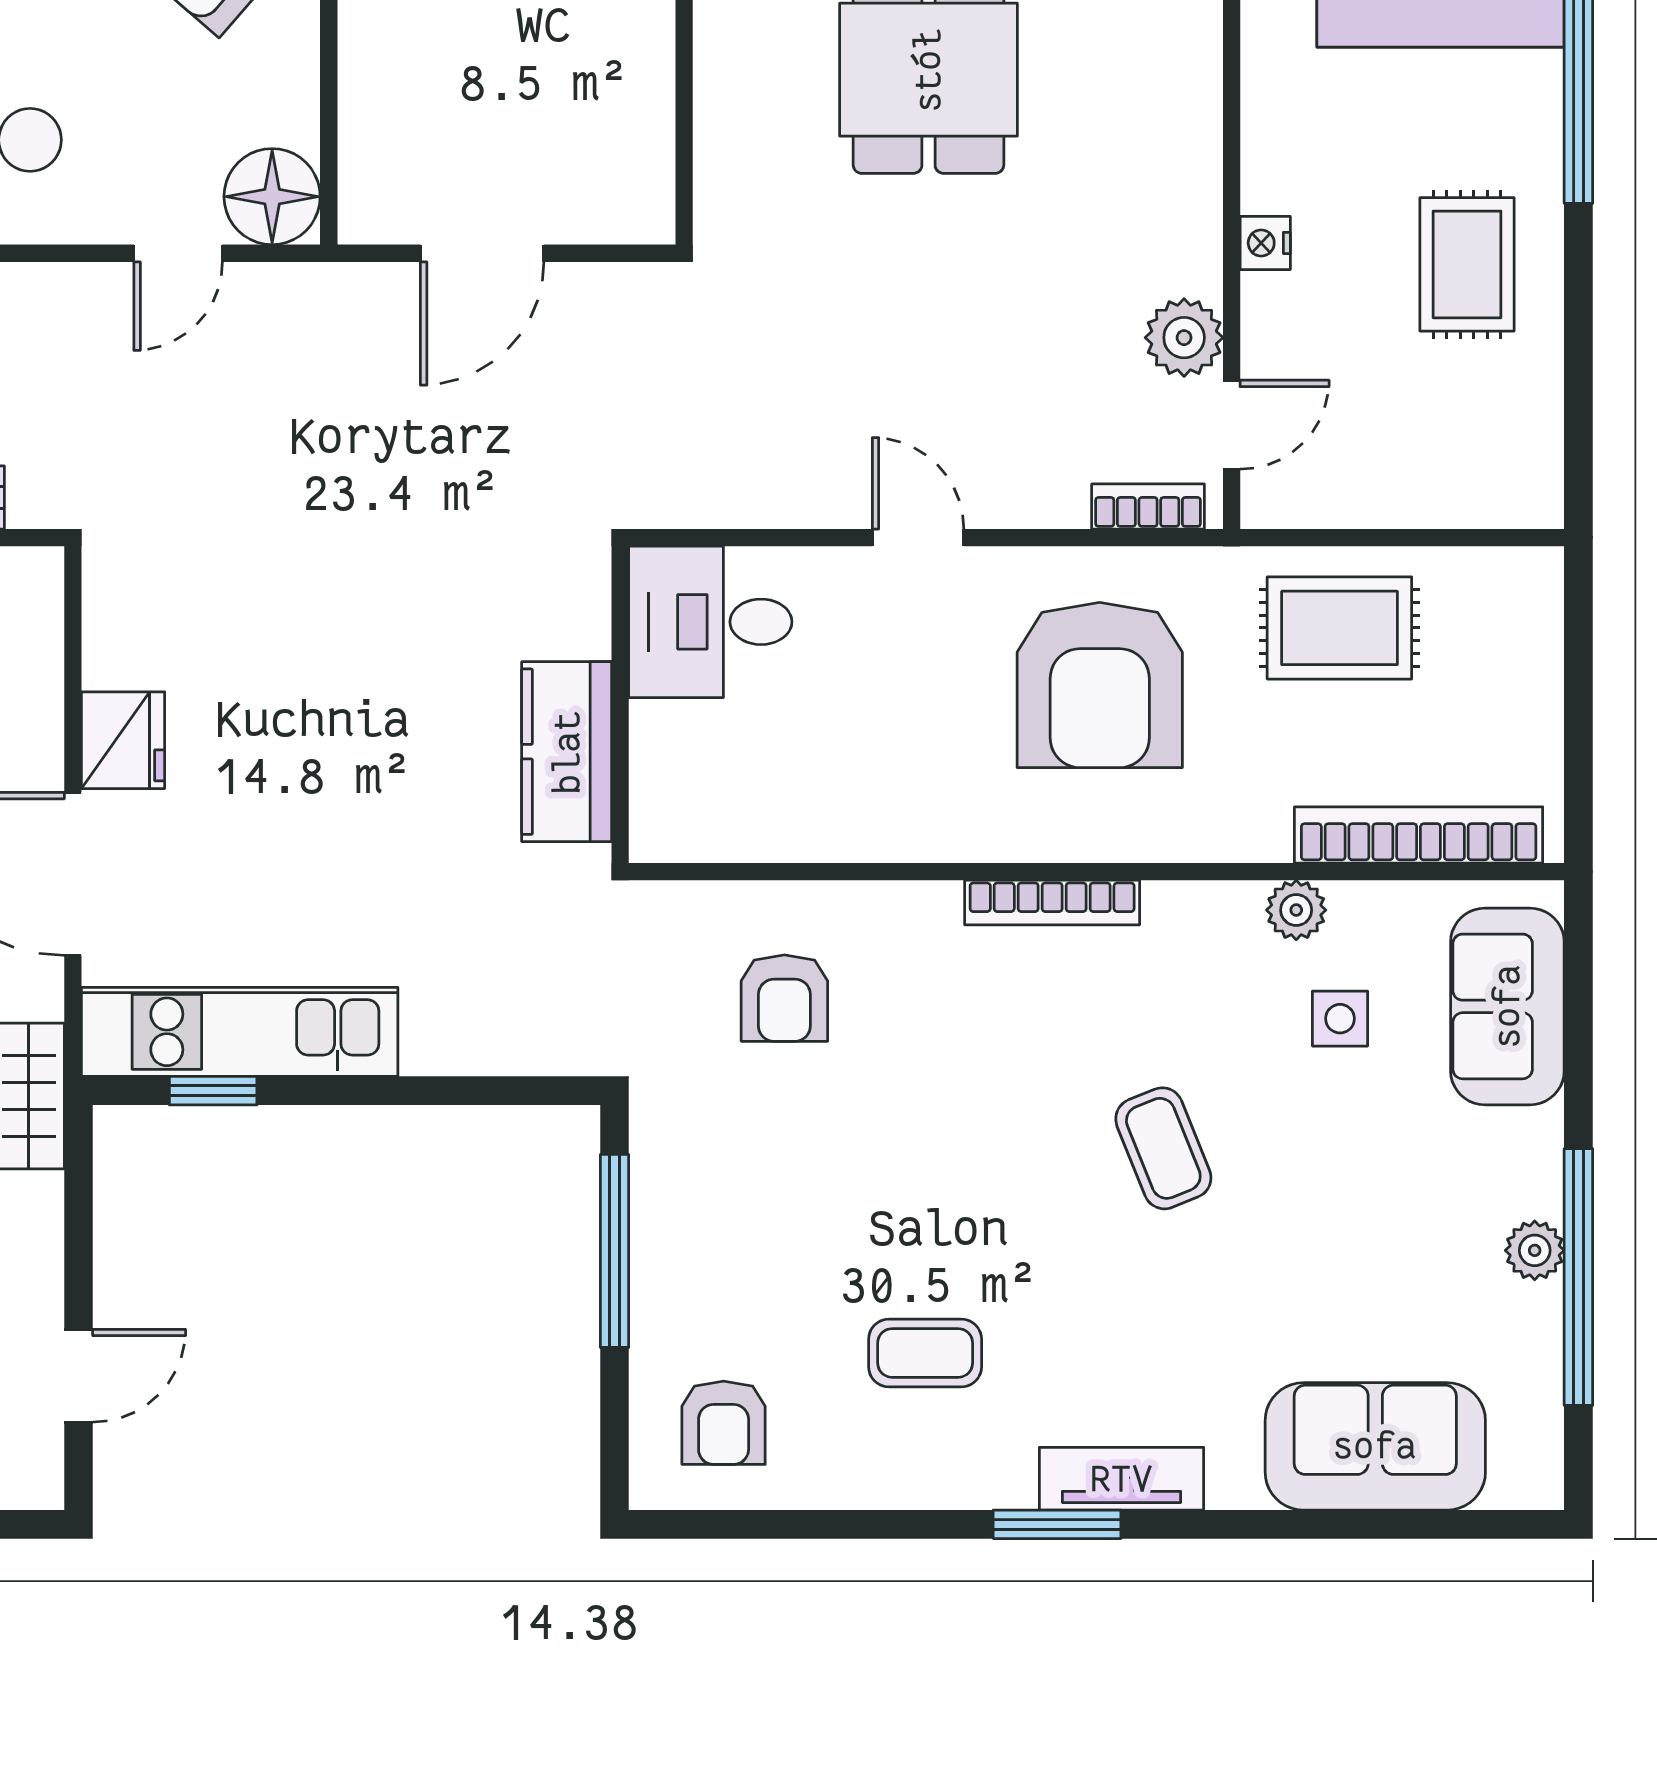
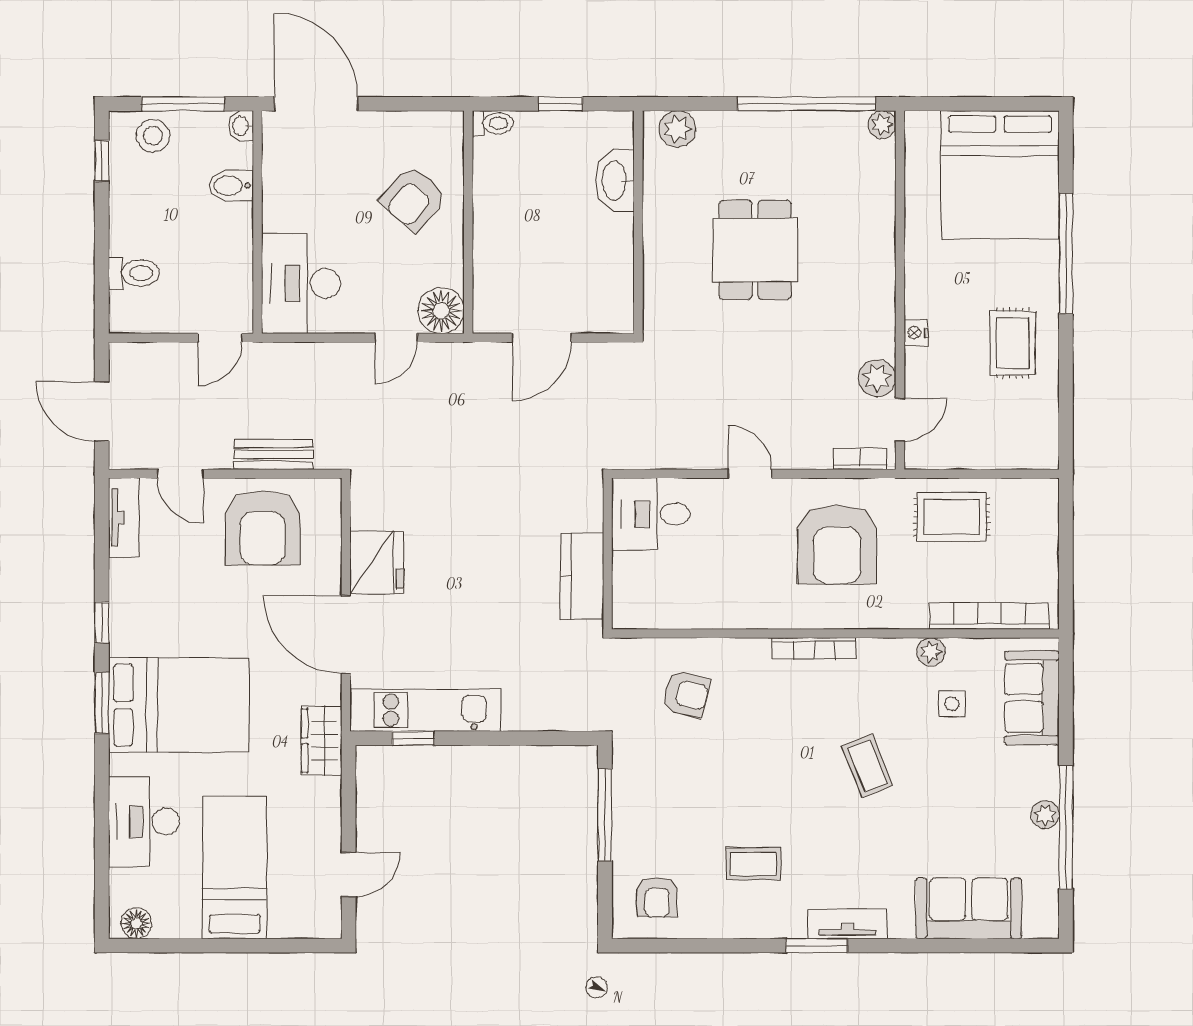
fridge: (123, 740) -> (377, 562), width x1.36, depth x1.34
armchair: (784, 998) -> (686, 694), turned -76

